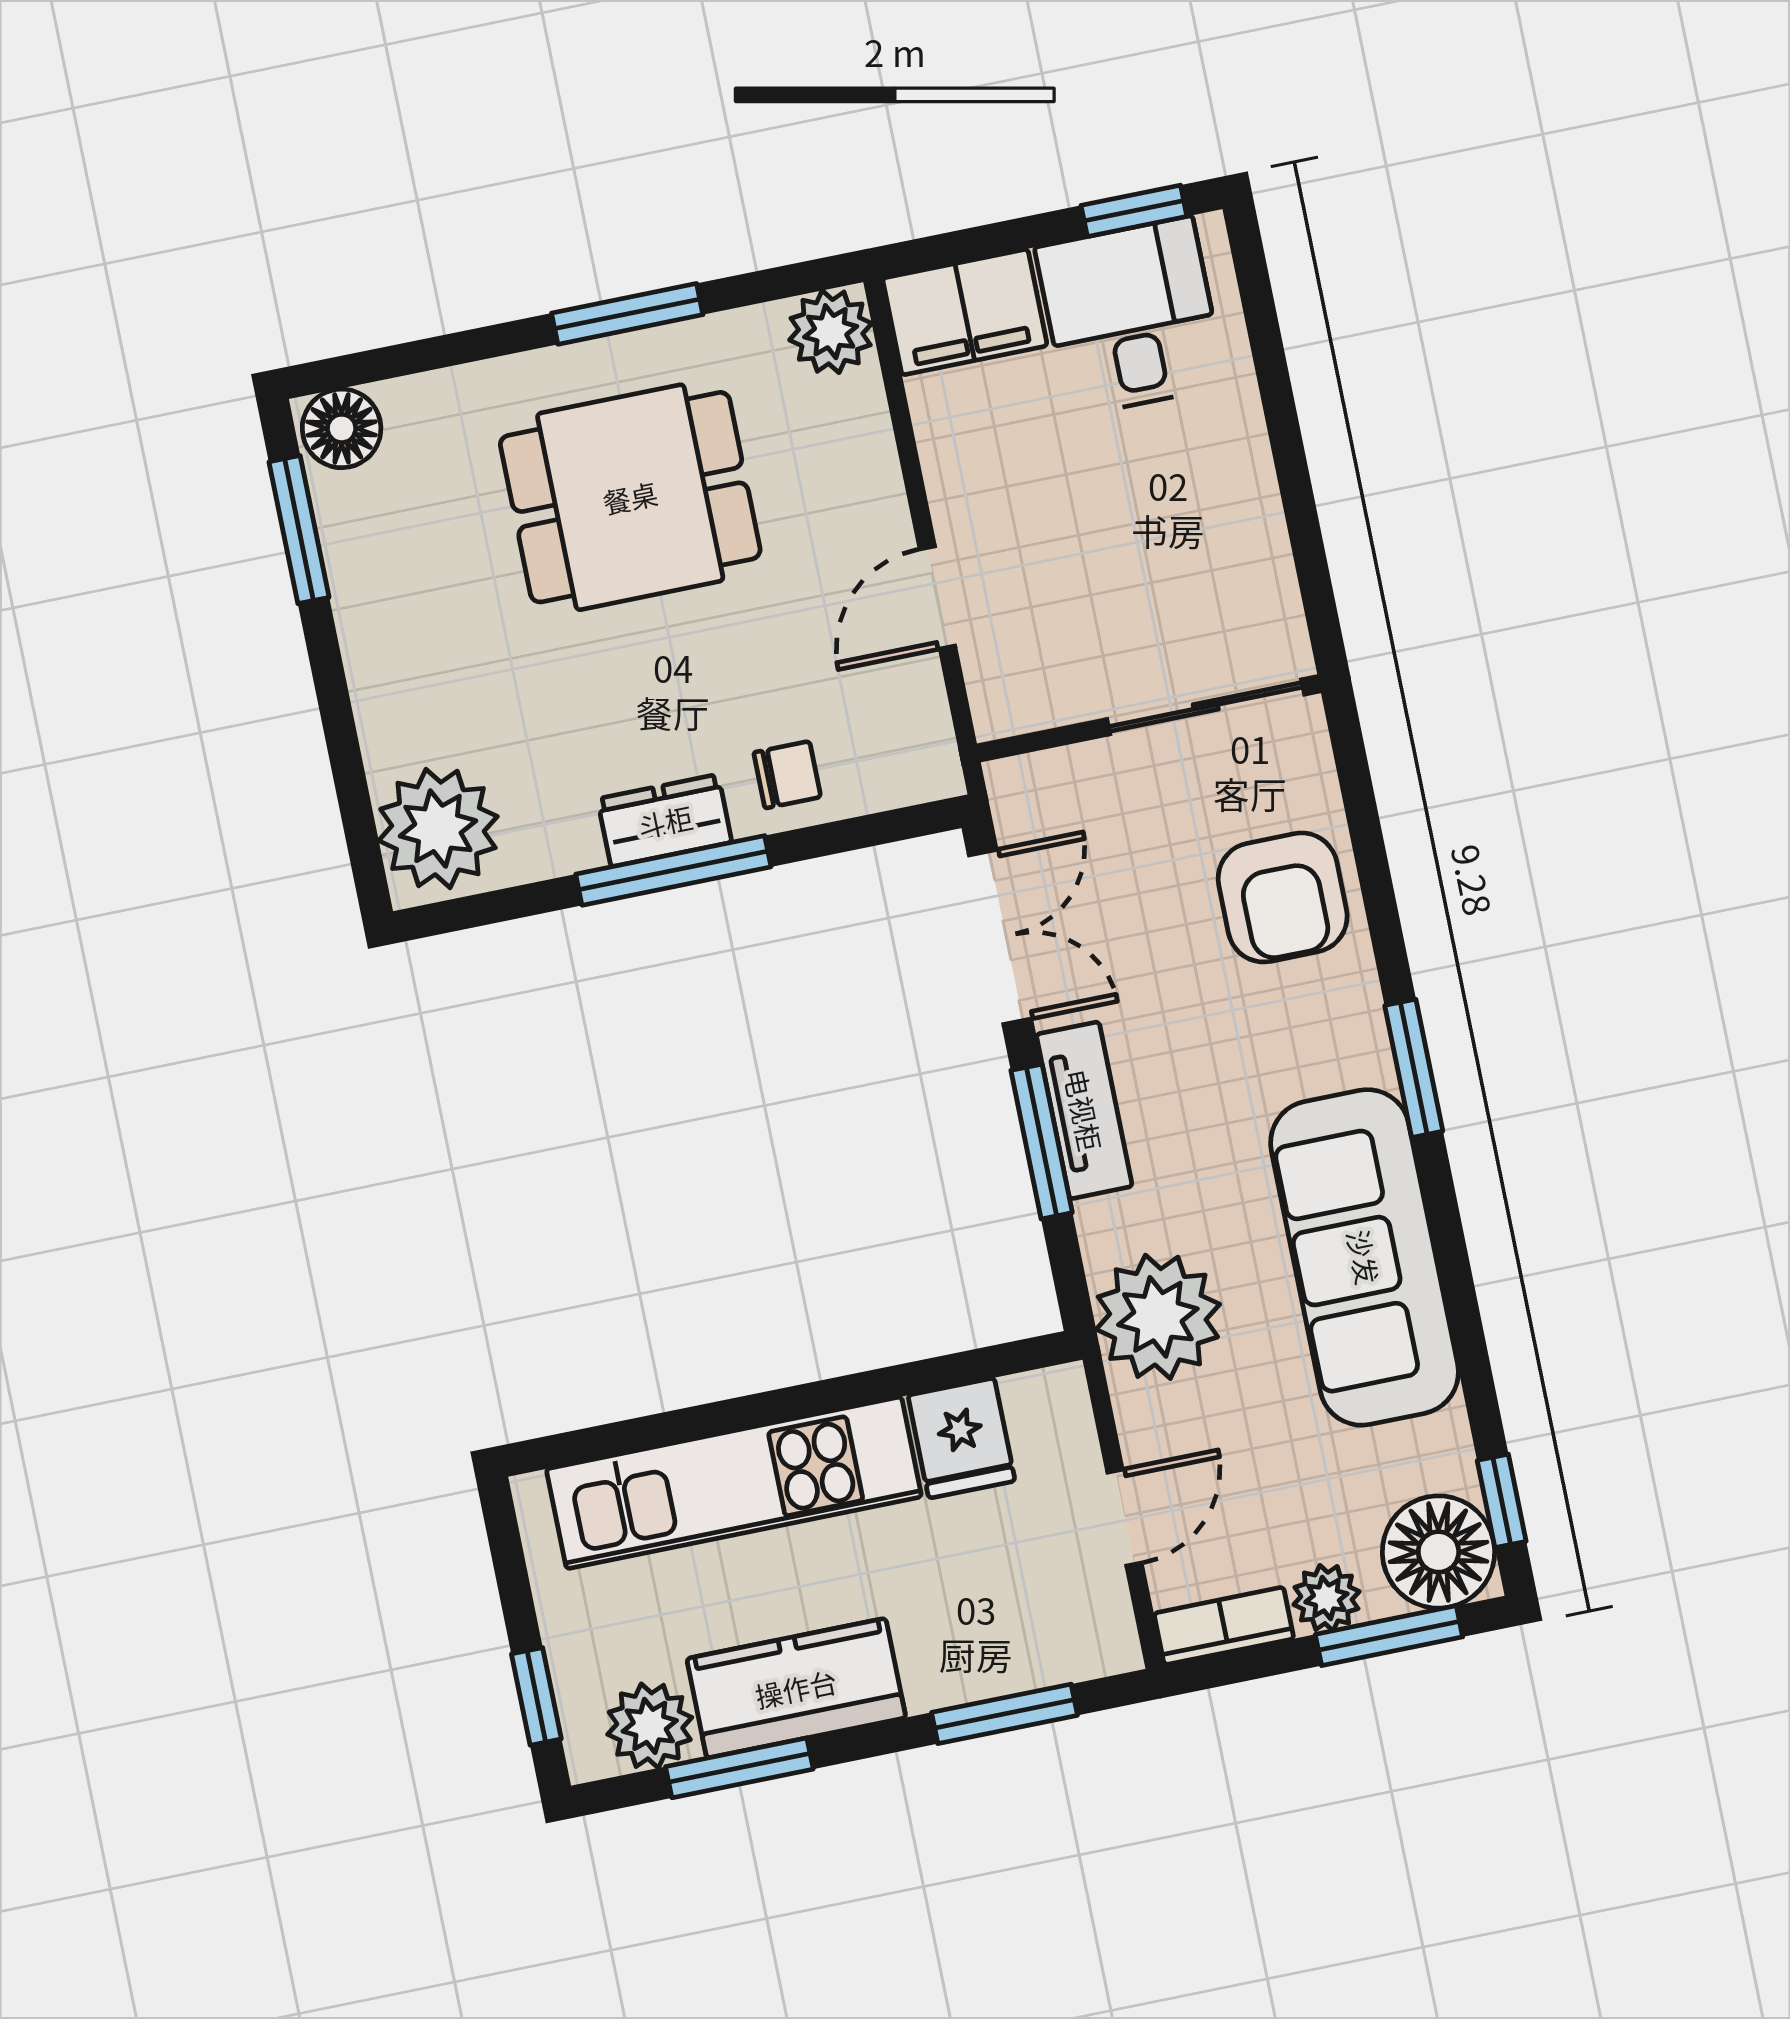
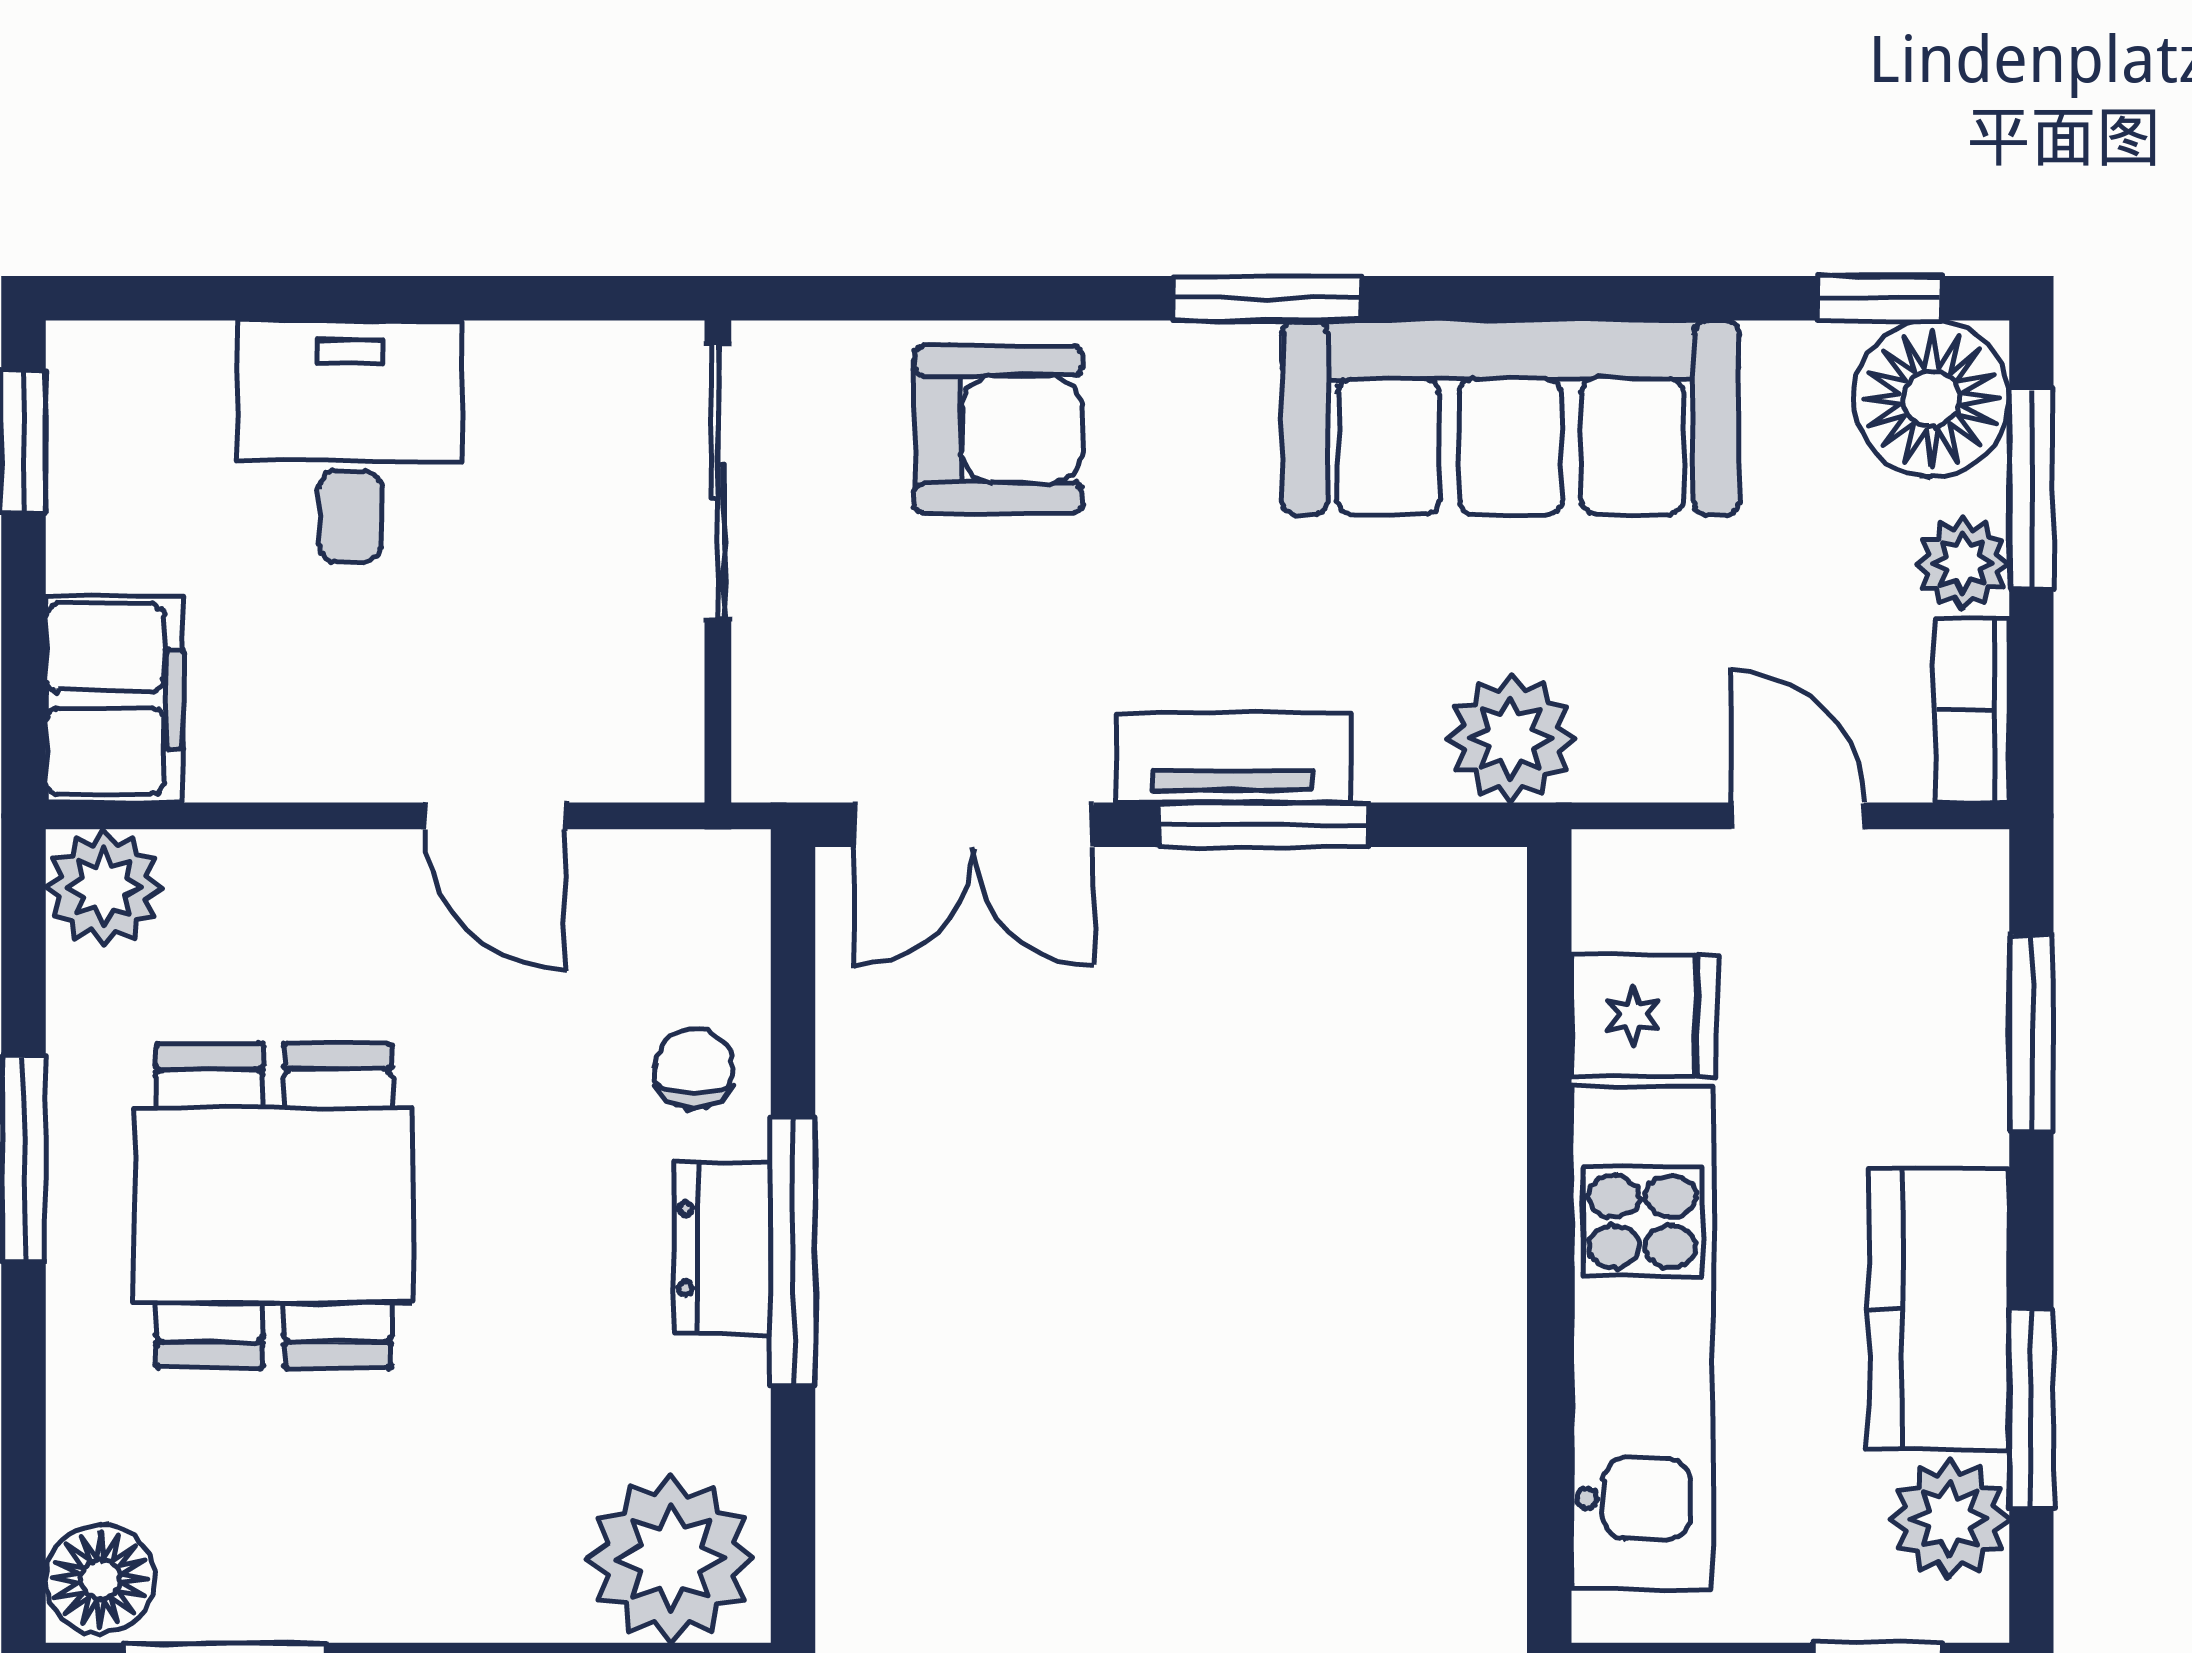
desk: (1131, 317) -> (350, 441), moved, turned 90
double door: (1000, 937) -> (974, 825), swing flipped
plant: (1158, 1317) -> (1511, 738), width x0.73, depth x0.73

